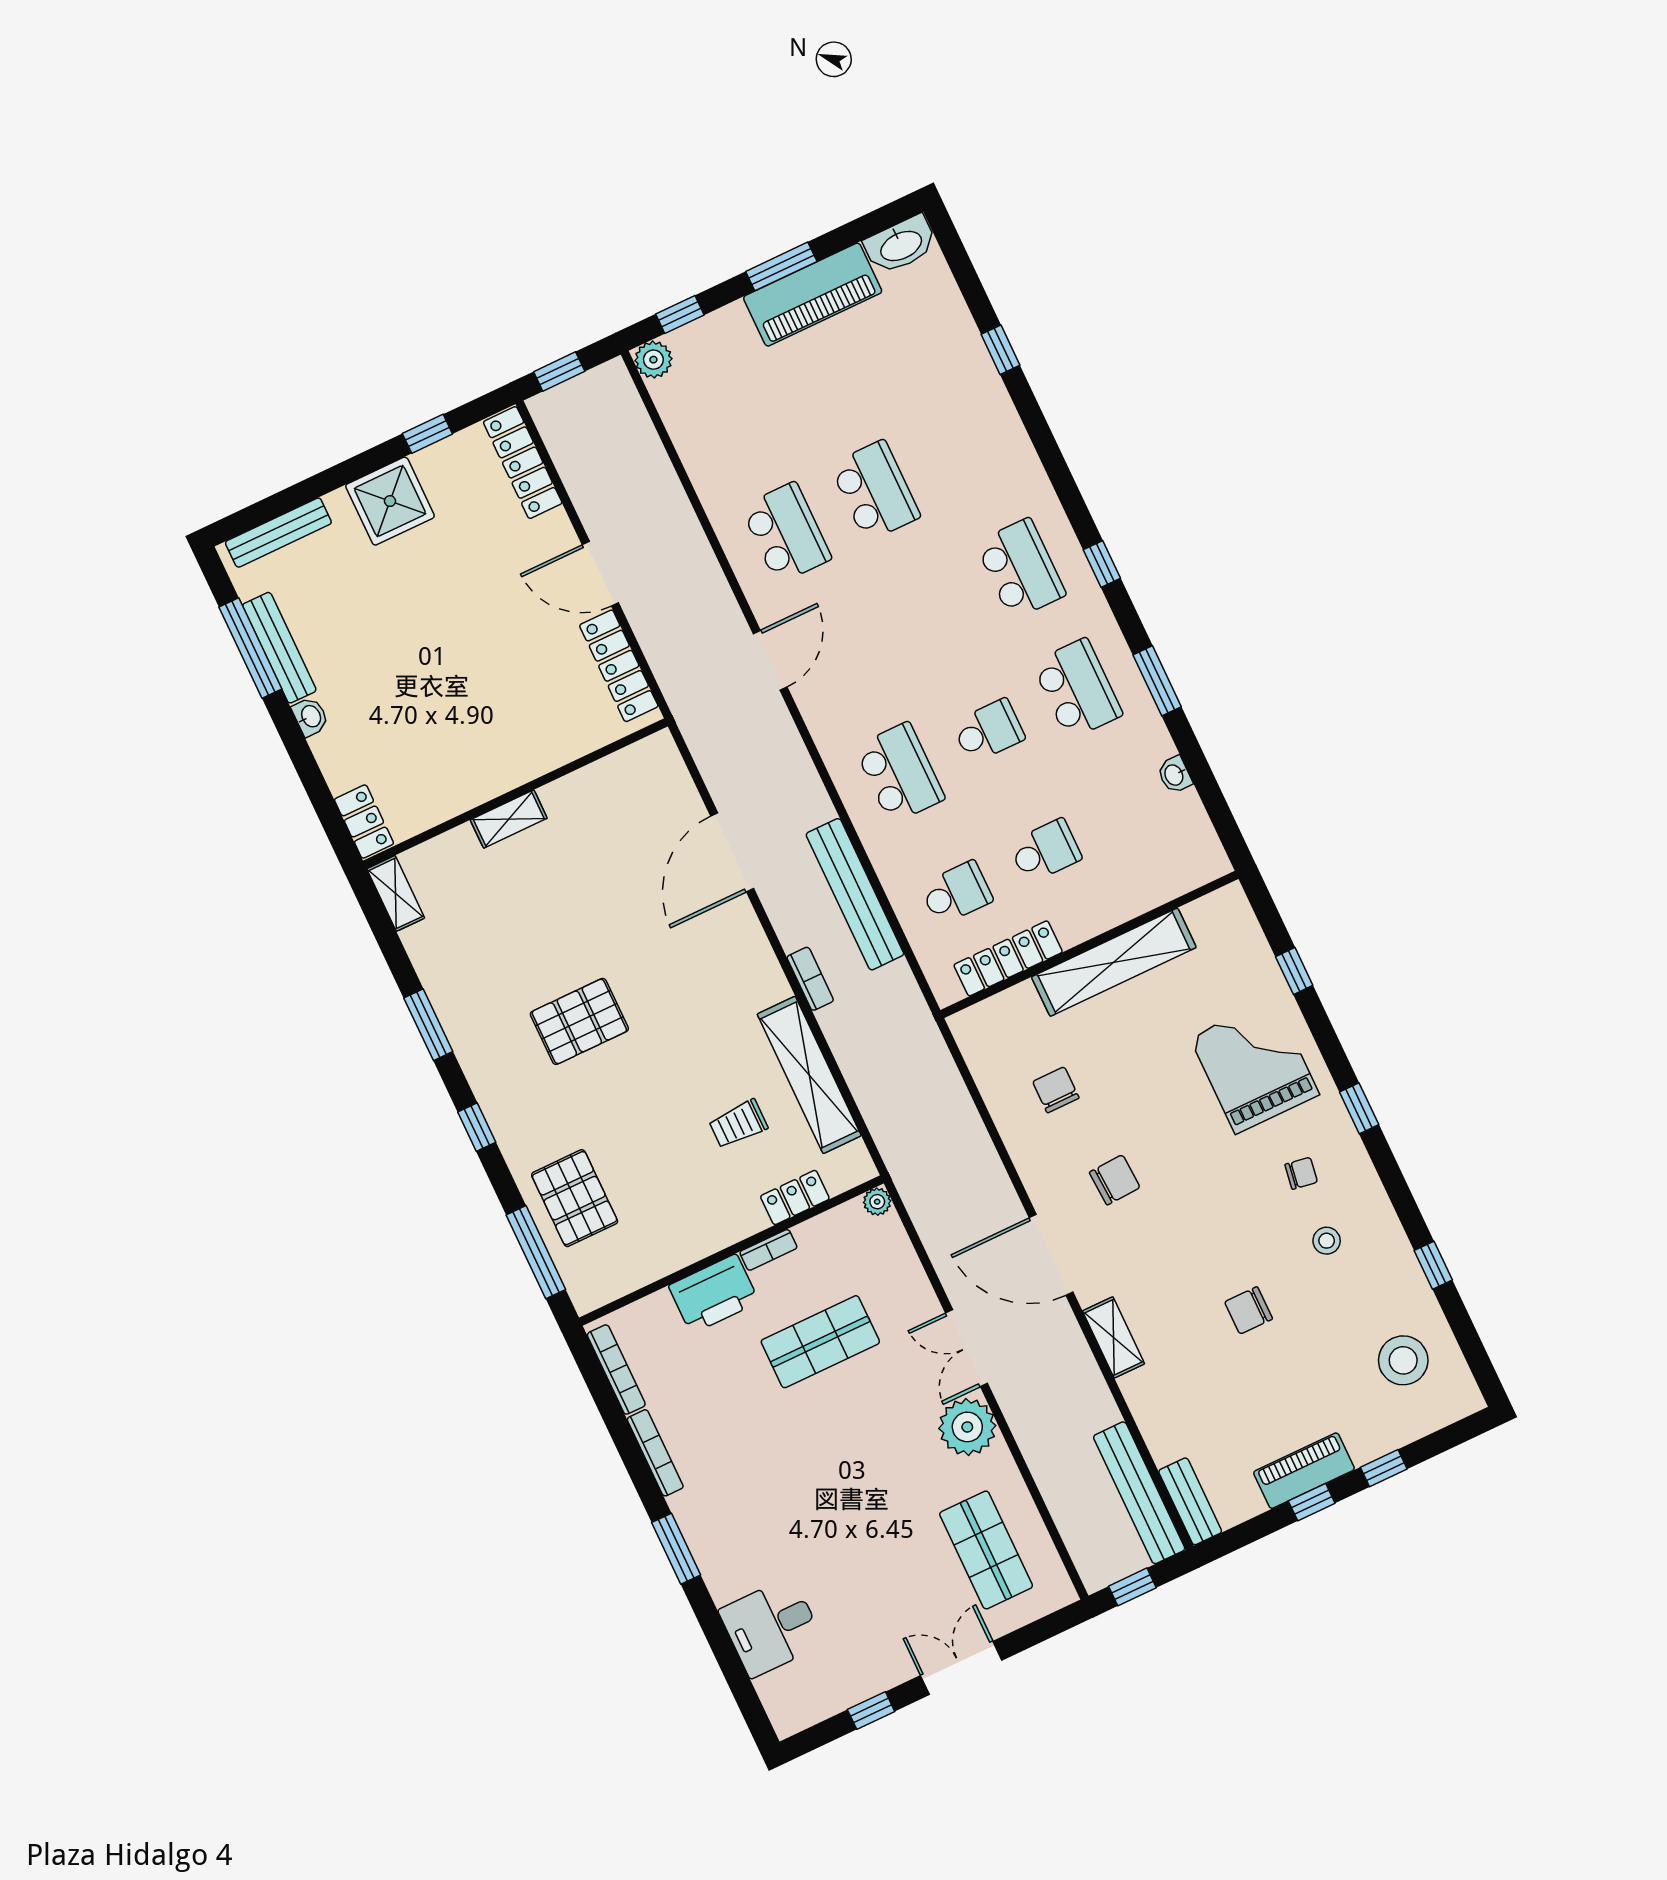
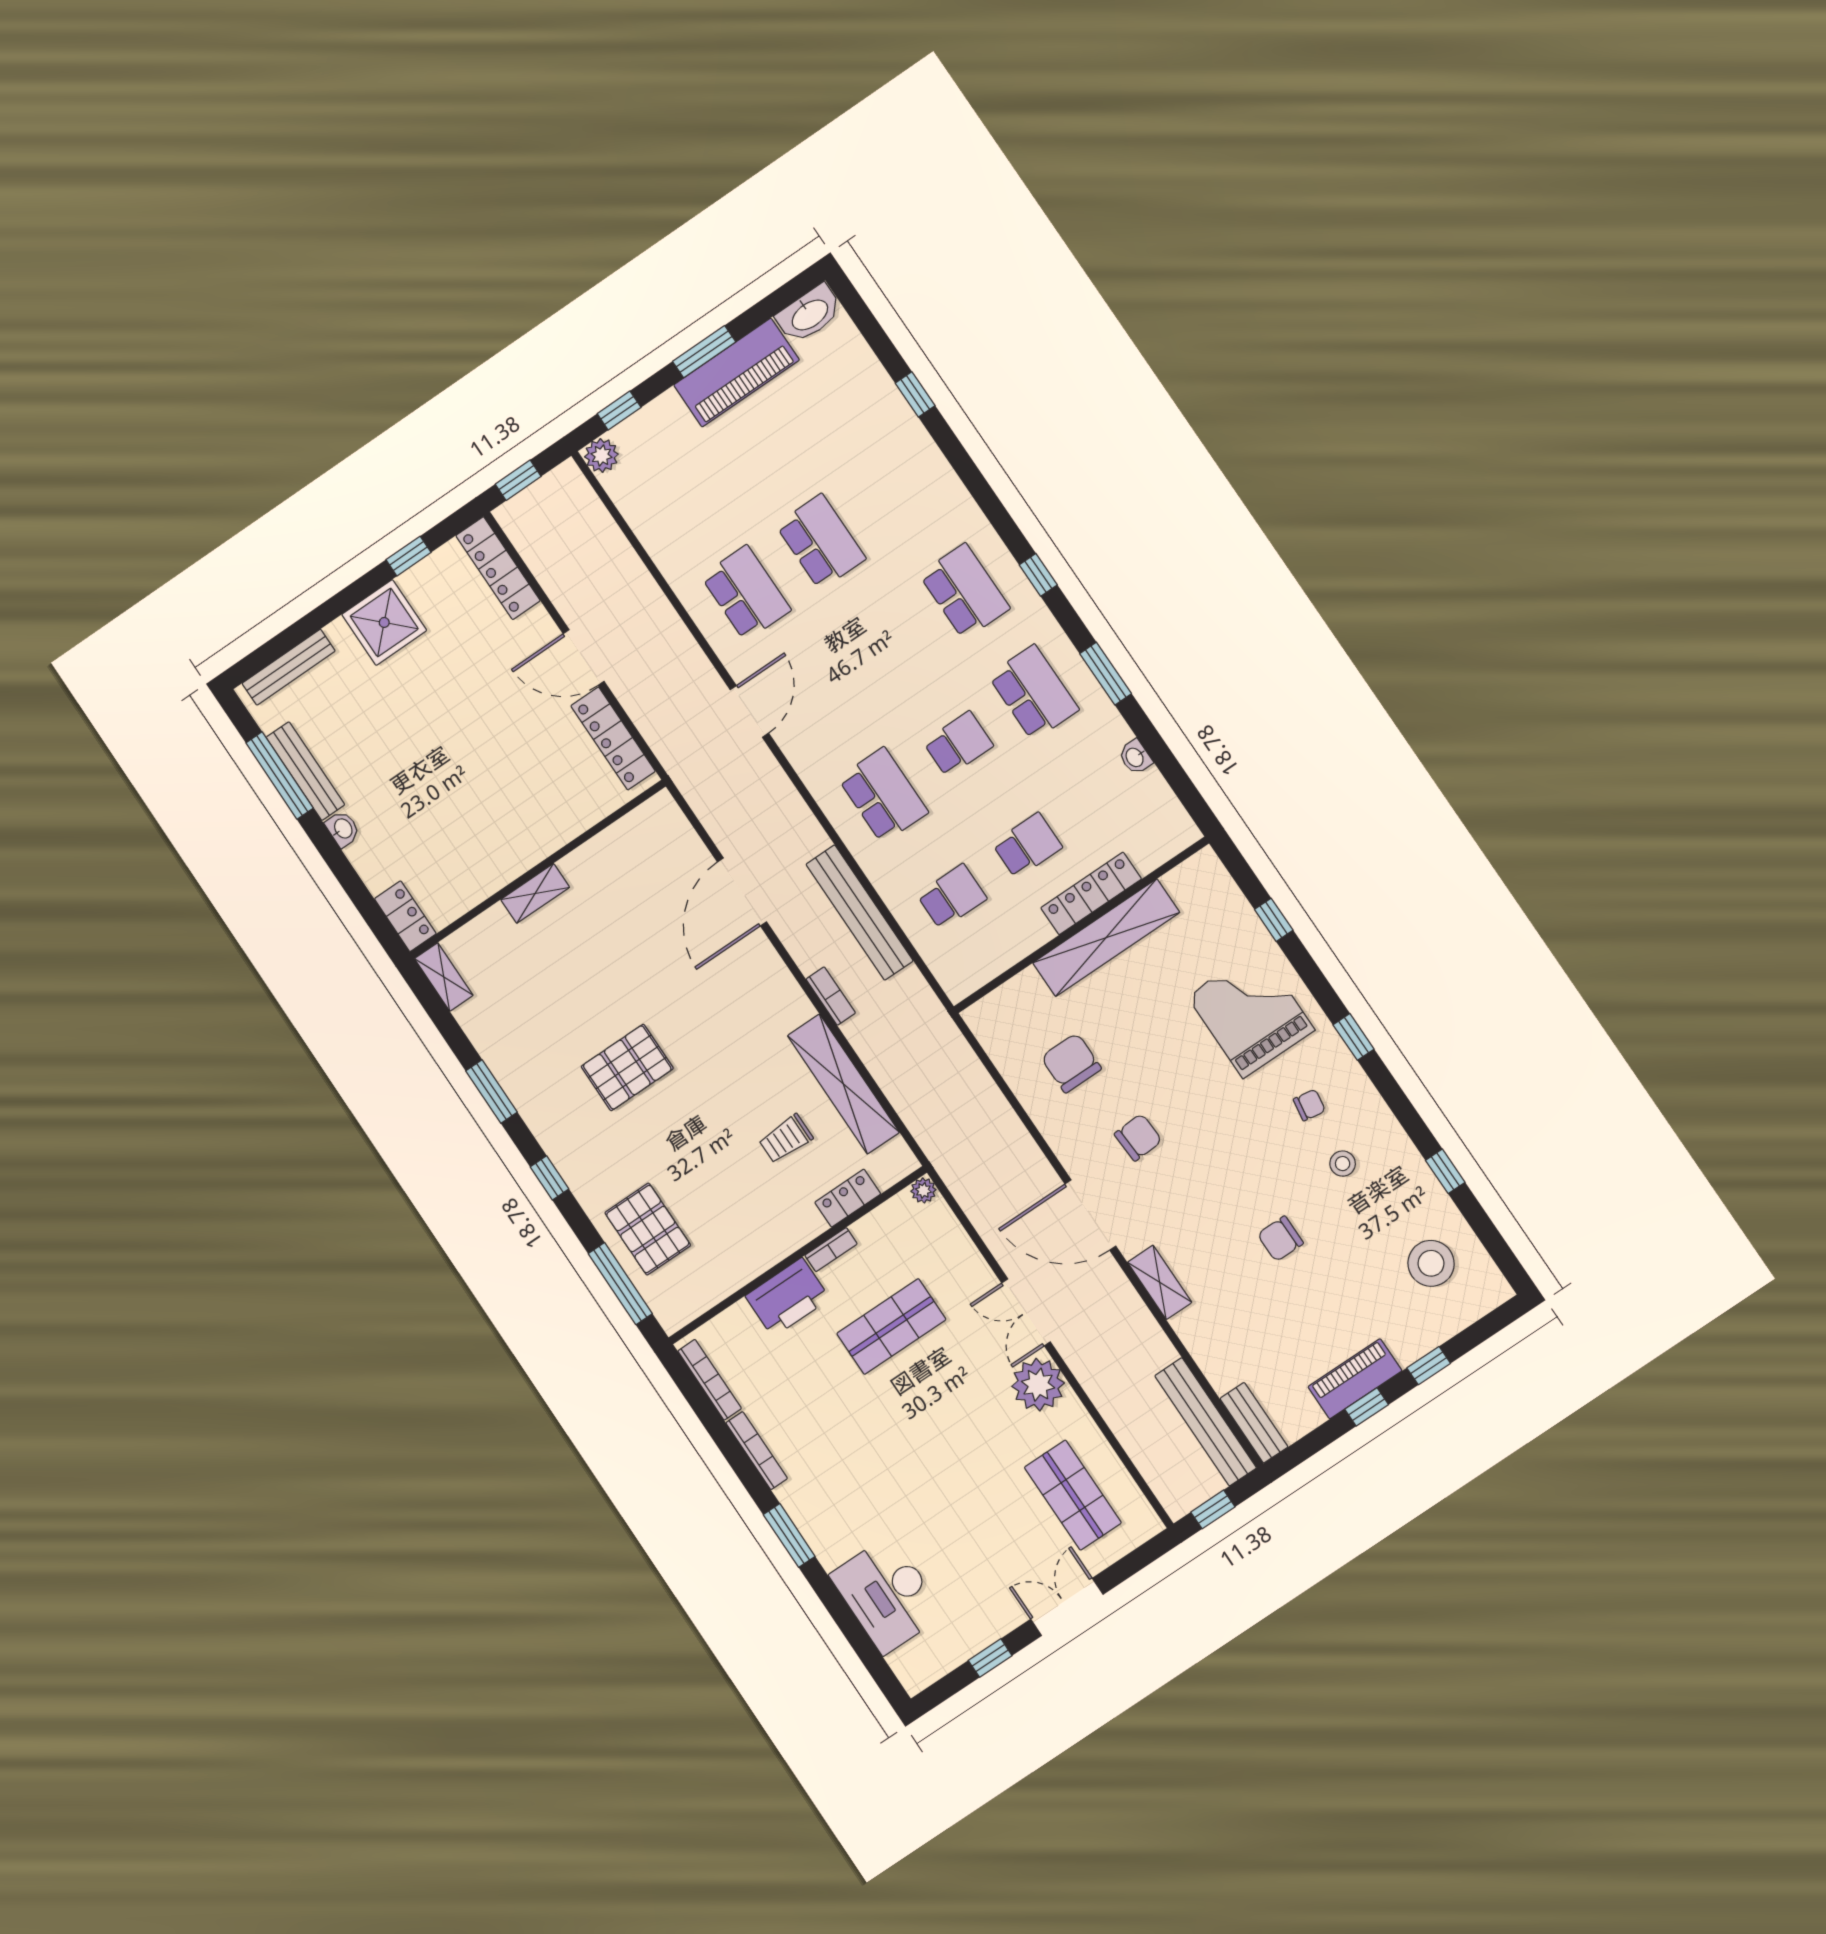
locker: (1008, 958) -> (1091, 893), moved
chair: (1056, 1090) -> (1071, 1063), width x1.37, depth x1.37
desk: (771, 1627) -> (887, 1595), width x1.37

